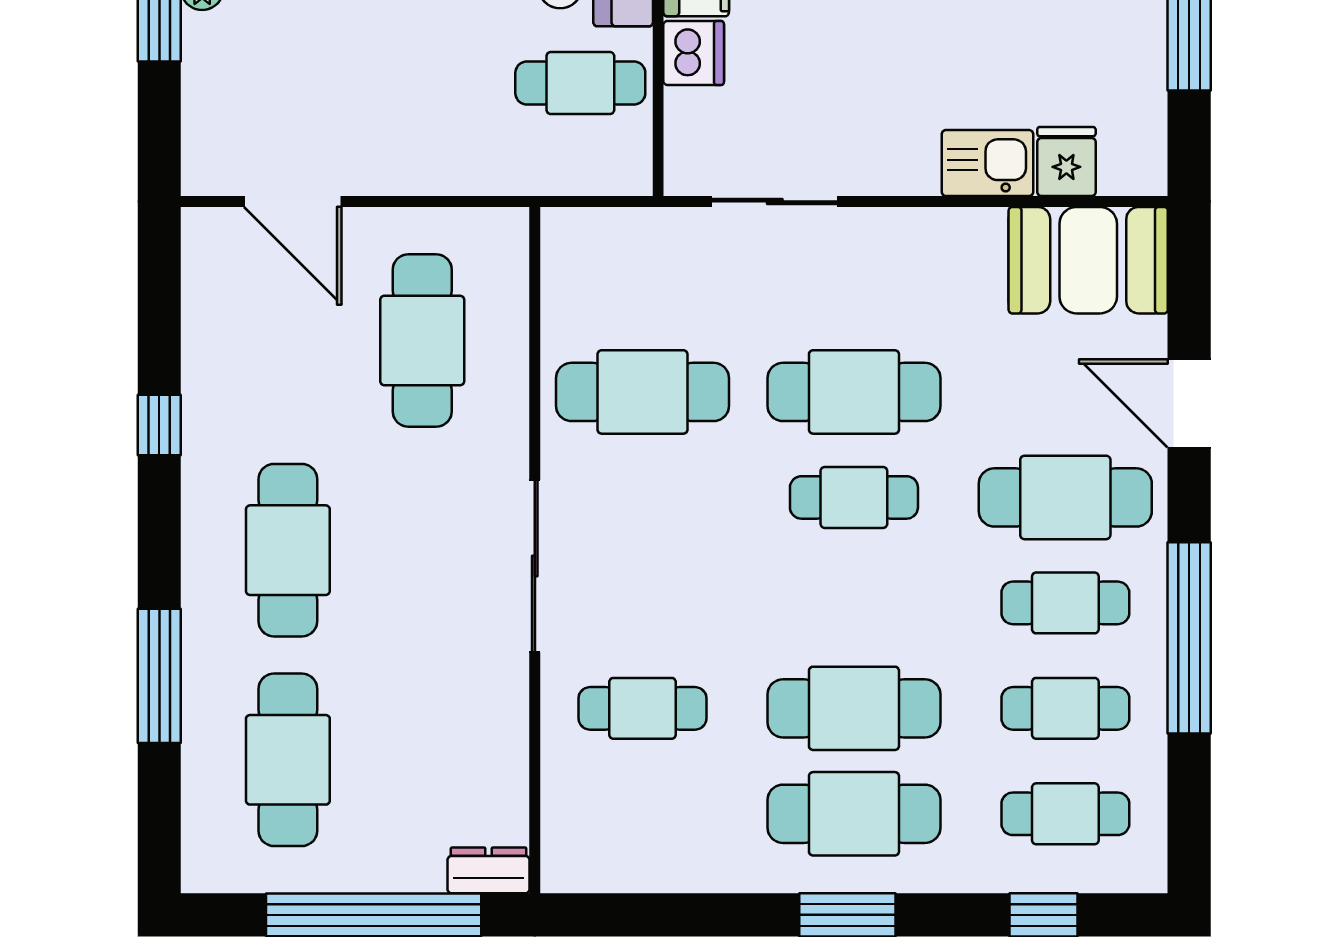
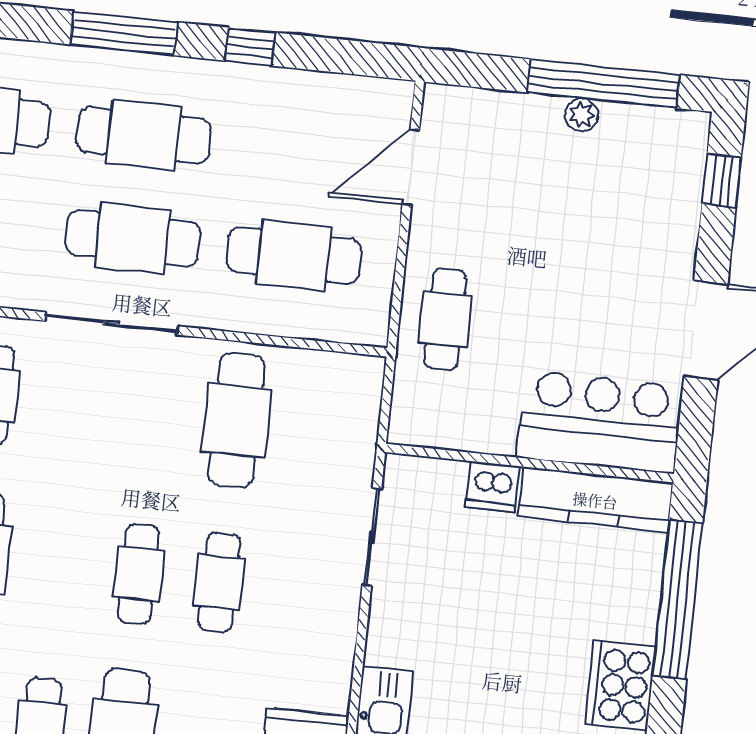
cafe table: (580, 83) -> (445, 320), moved
cafe table: (854, 392) -> (219, 582), width x0.73, depth x0.74
cafe table: (422, 550) -> (133, 238), added
window: (159, 676) -> (124, 33), moved

